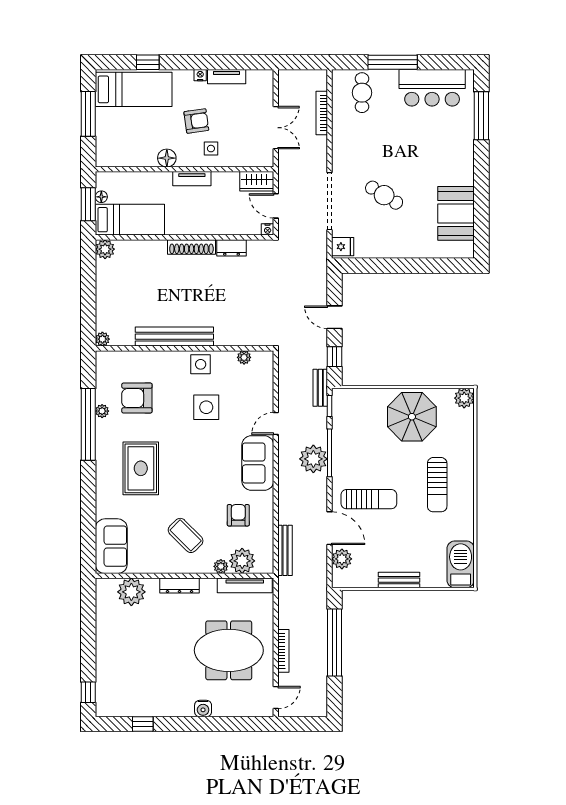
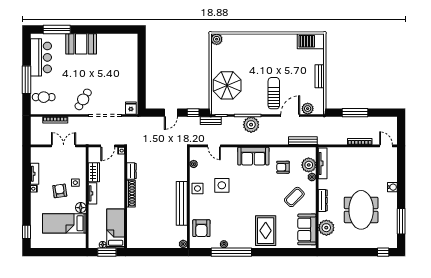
window: (148, 62) -> (26, 232), moved
bed: (134, 89) -> (64, 223), moved, turned -90
window: (88, 114) -> (56, 252), removed
wardrobe: (257, 181) -> (94, 172), moved
cafe table: (384, 195) -> (83, 99), moved
booth: (456, 213) -> (81, 44), moved
plant: (105, 249) -> (132, 243), removed
armchair: (137, 398) -> (201, 228), moved
parasol: (412, 417) -> (227, 85), moved
door: (276, 423) -> (214, 146), moved
rug: (141, 468) -> (266, 231), moved, turned 90
sun lounger: (437, 485) -> (266, 55), removed
sofa: (111, 546) -> (307, 229), moved, turned -90
window: (335, 643) -> (355, 113), width x0.68
meeting table: (229, 650) -> (361, 210), moved
window: (143, 724) -> (401, 221), width x2.17

